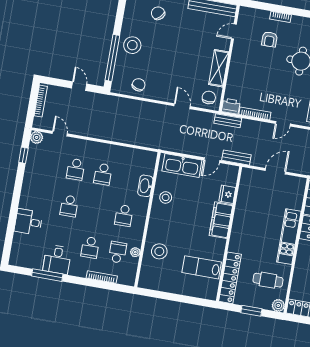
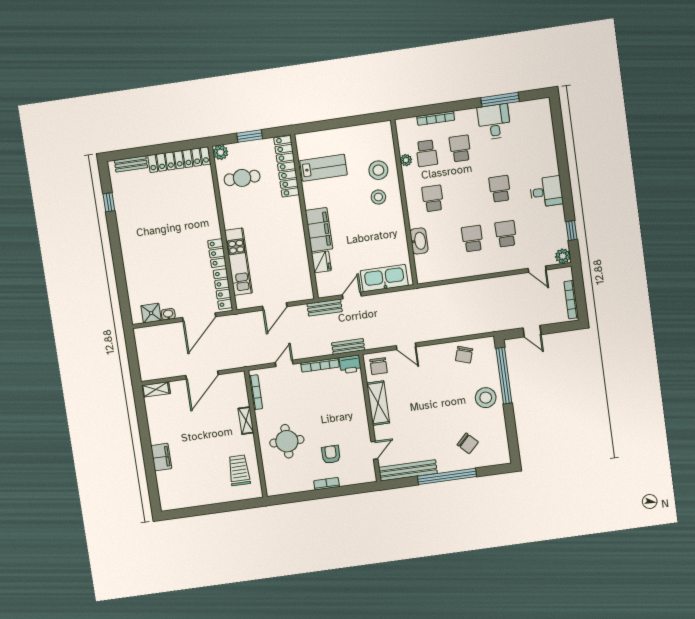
stool: (166, 197) -> (378, 197), moved
desk: (28, 222) -> (546, 192), moved
kitchen unit: (289, 237) -> (238, 262), moved

